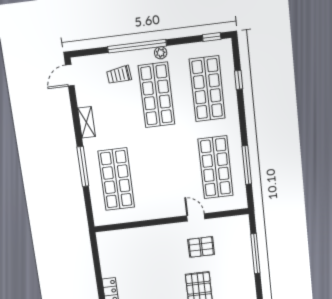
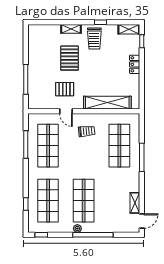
trolley: (119, 75) -> (87, 131), moved
shelving: (86, 122) -> (135, 203), moved
shelving: (141, 236) -> (107, 103), added

